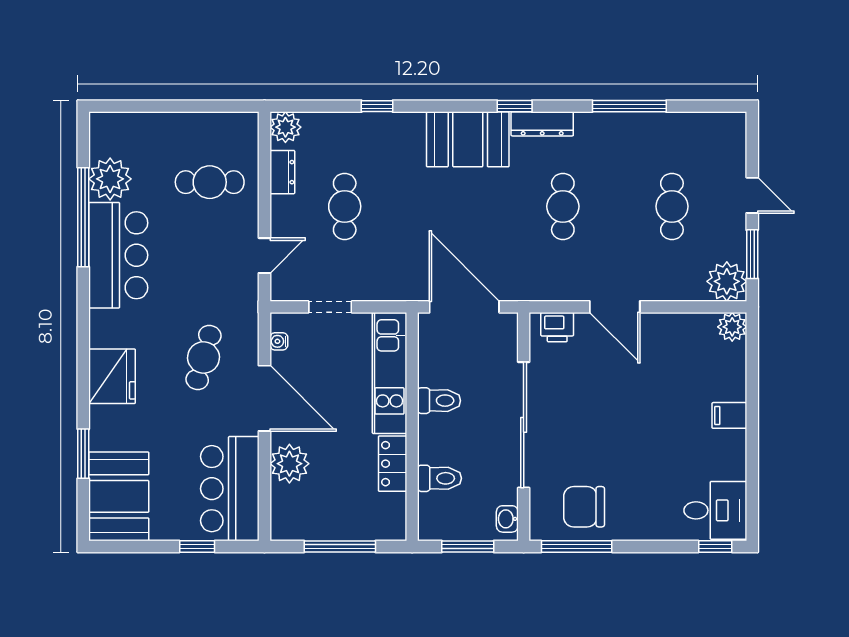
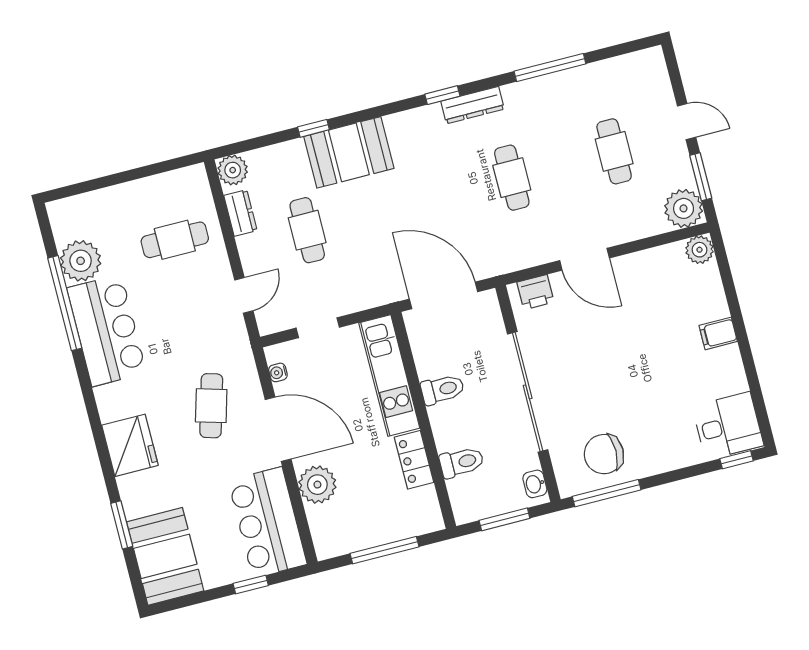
booth: (468, 139) -> (349, 152), moved

